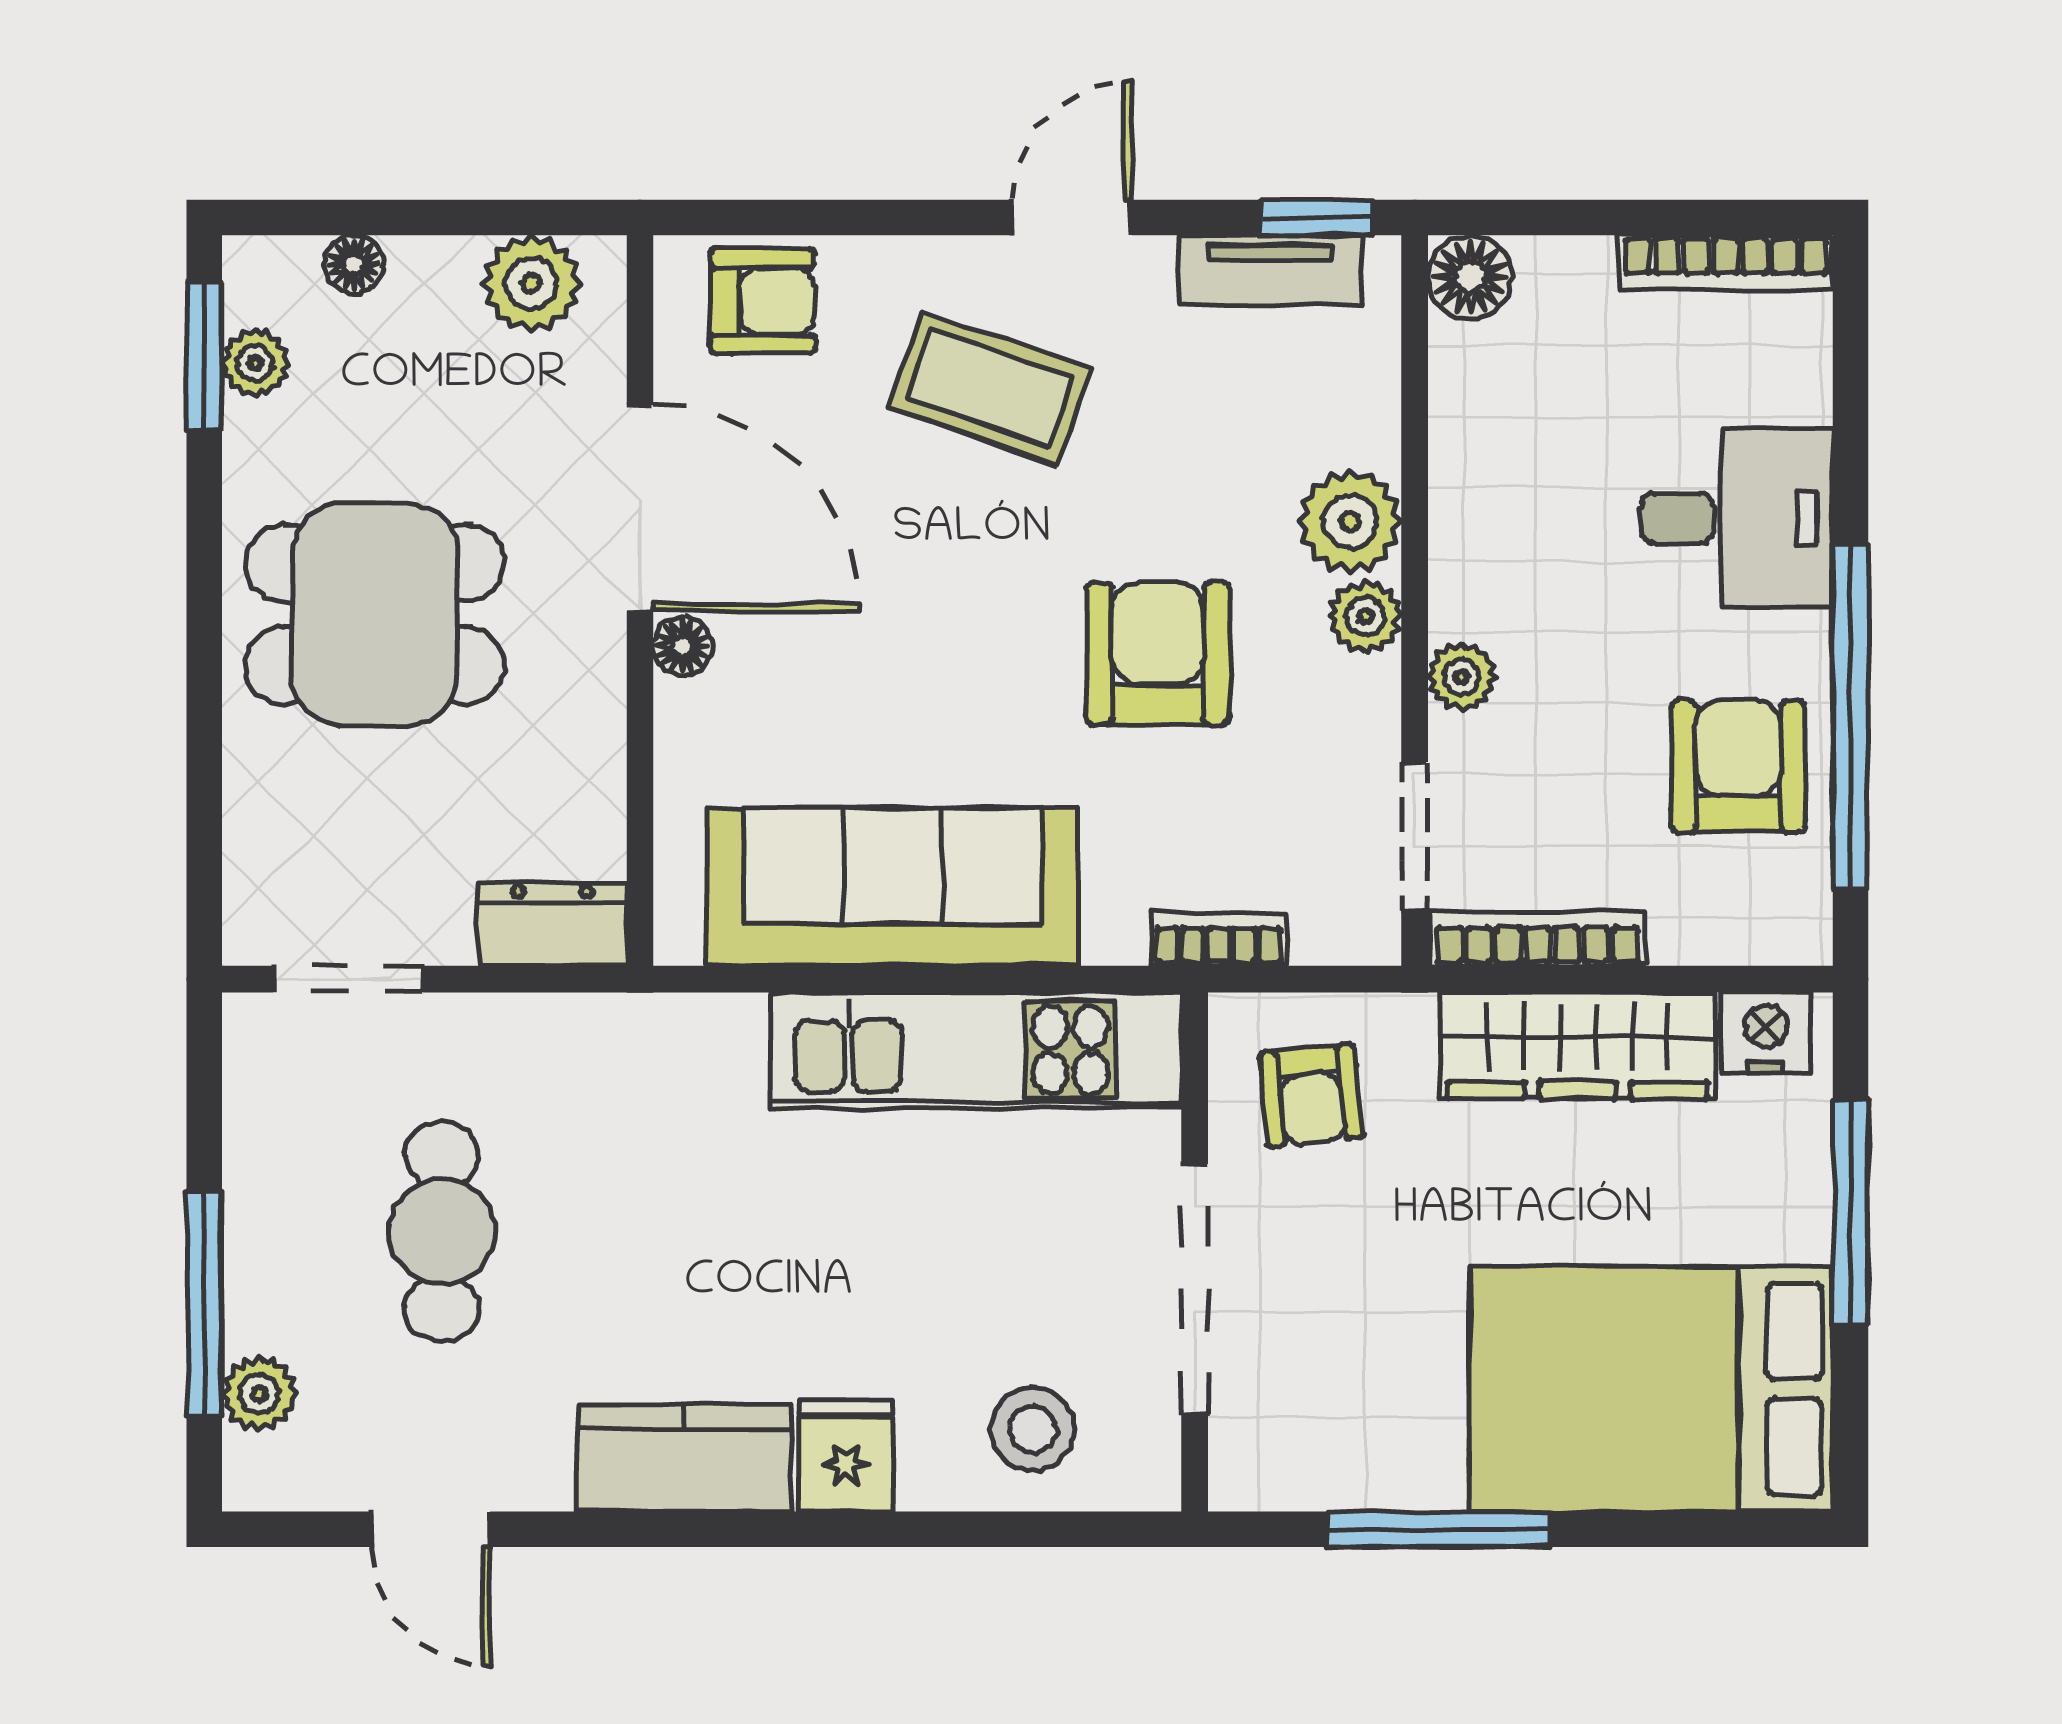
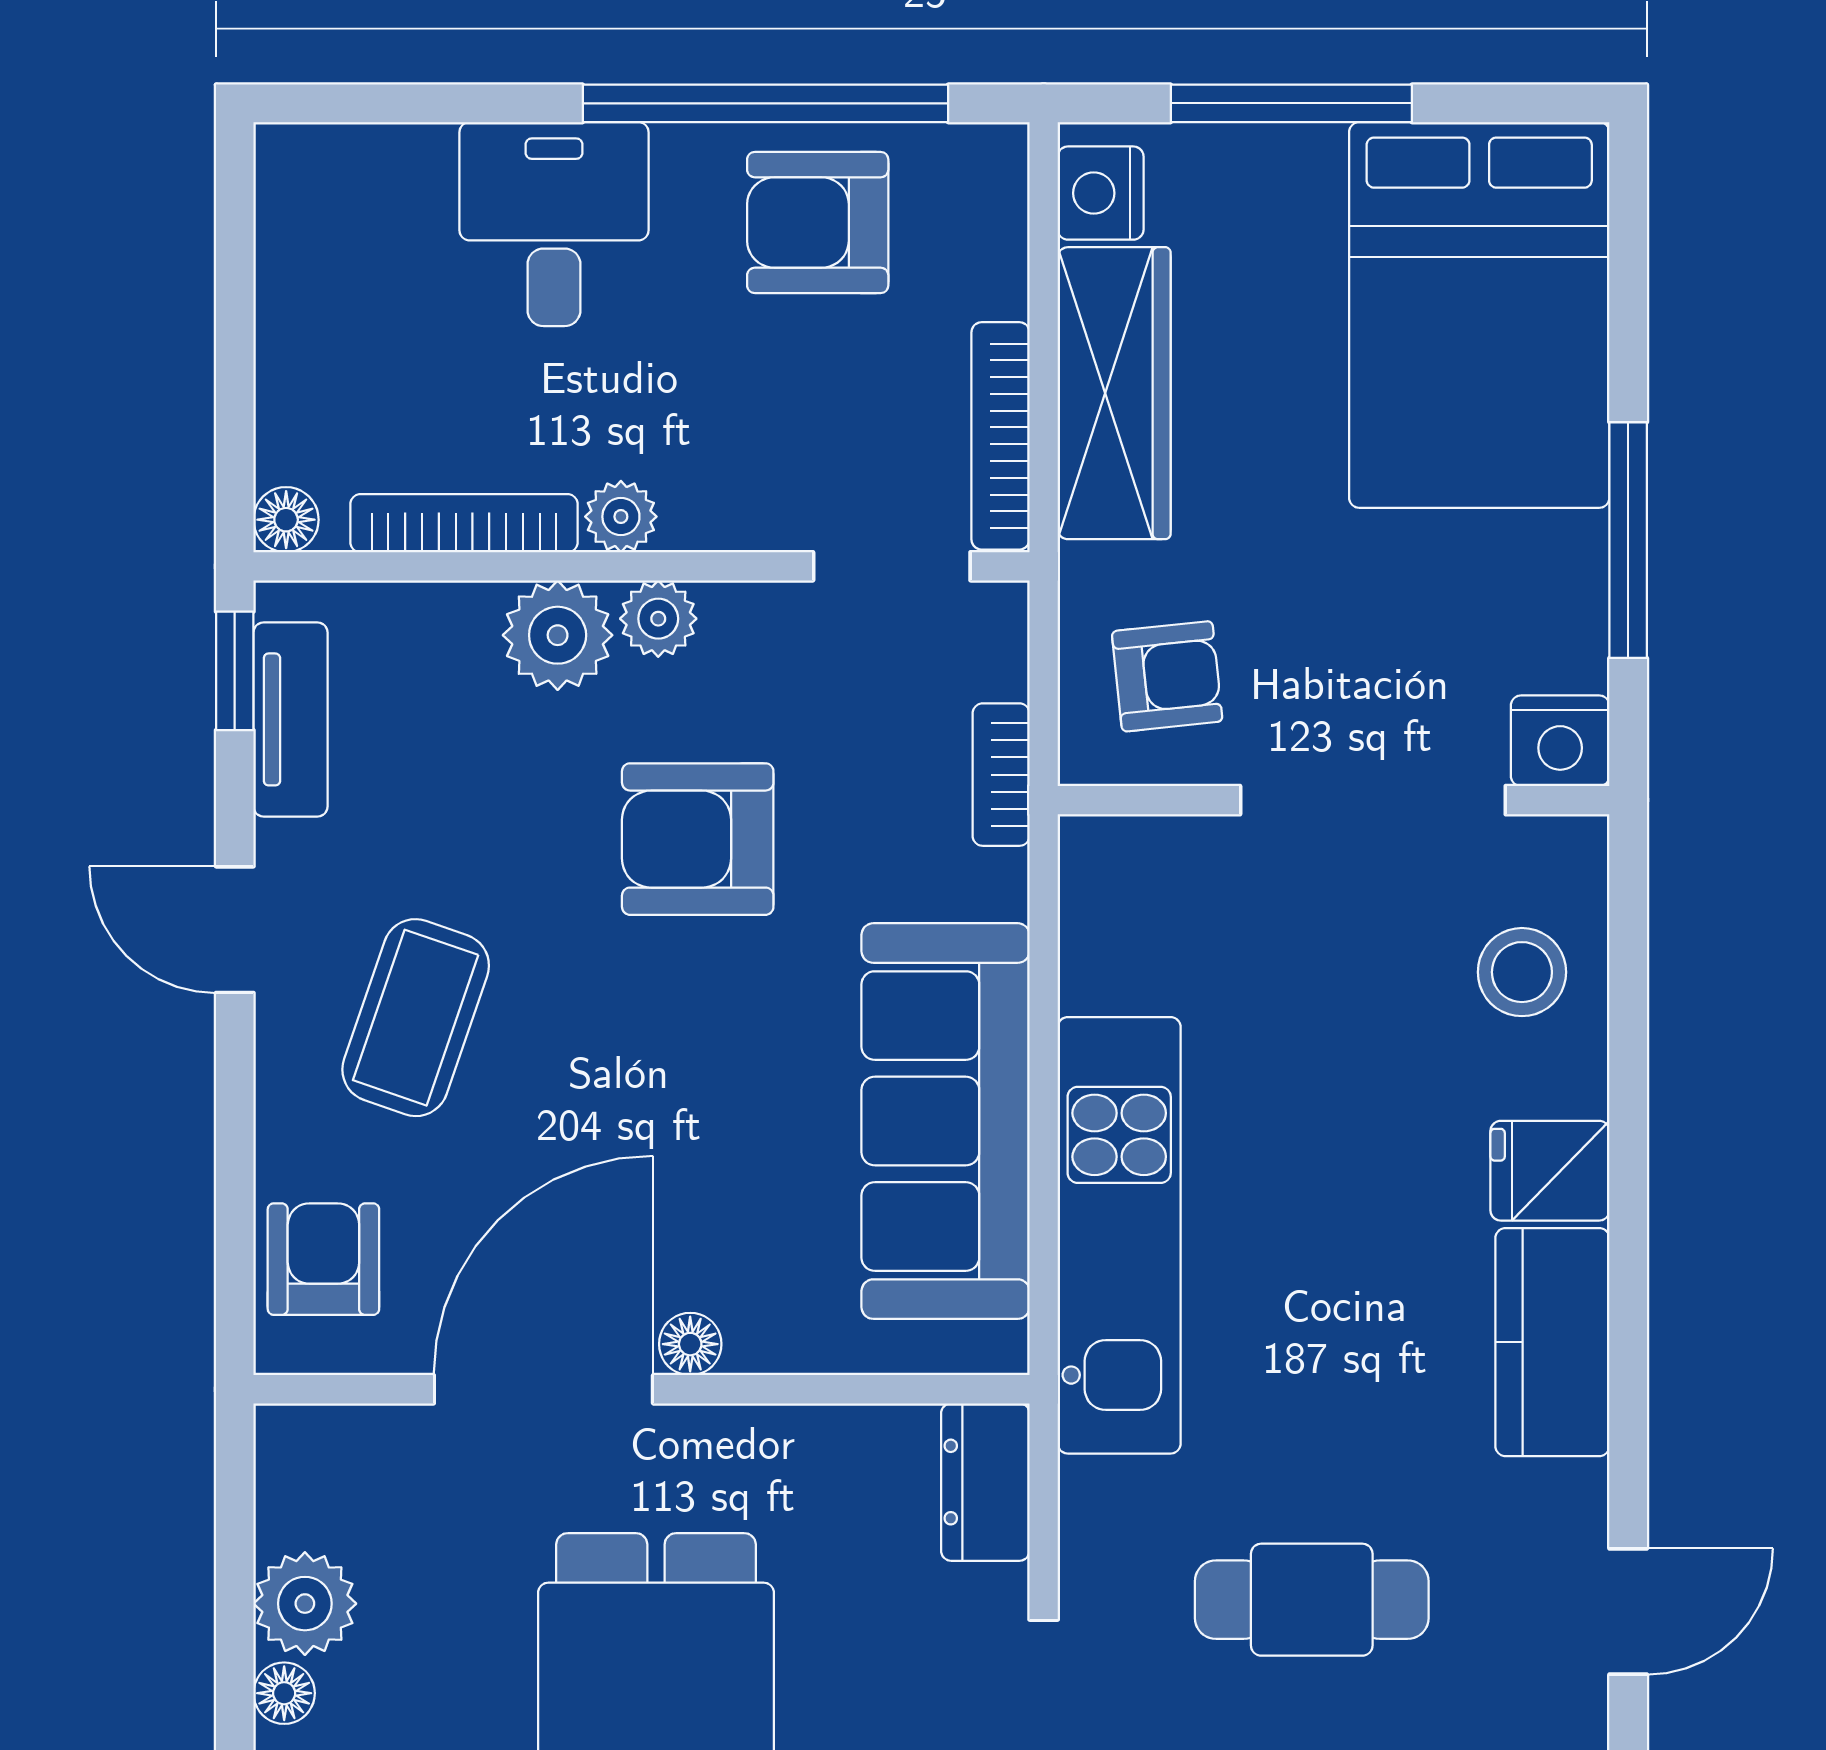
bookcase: (1726, 263) -> (464, 523), moved, turned -90
floor lamp: (1470, 277) -> (286, 520), width x0.73, depth x0.73
plant: (531, 284) -> (305, 1604), moved
plant: (1462, 677) -> (621, 517), moved
kitchen unit: (976, 1050) -> (1119, 1235), moved
nightstand: (1250, 1465) -> (1560, 741), added

